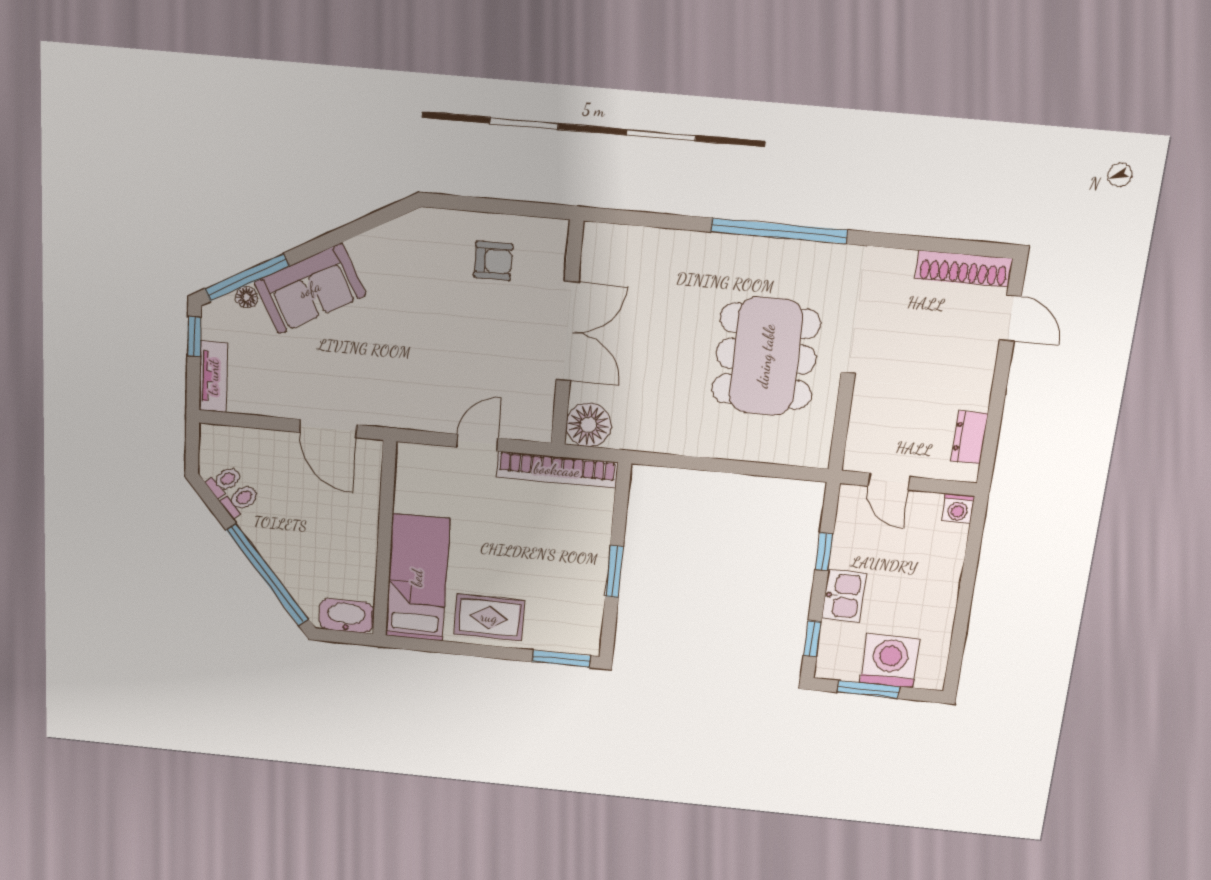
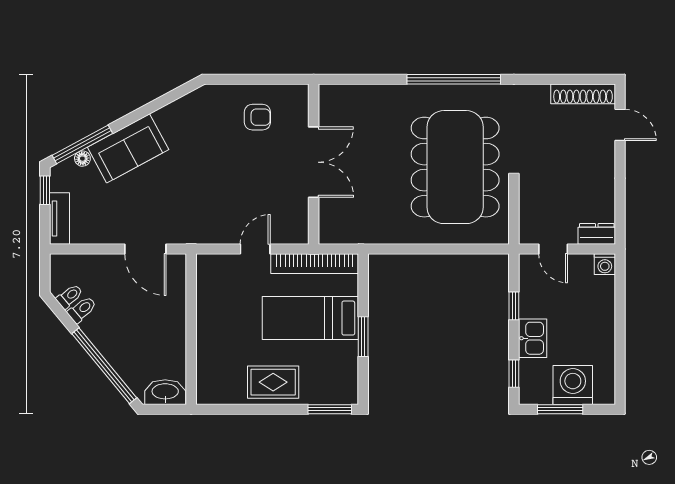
dining table: (766, 356) -> (455, 167), width x1.36, depth x1.24
floor lamp: (589, 425) -> (334, 228), removed
dresser: (969, 437) -> (597, 234), moved, turned 90
bed: (417, 578) -> (310, 318), moved, turned -90

